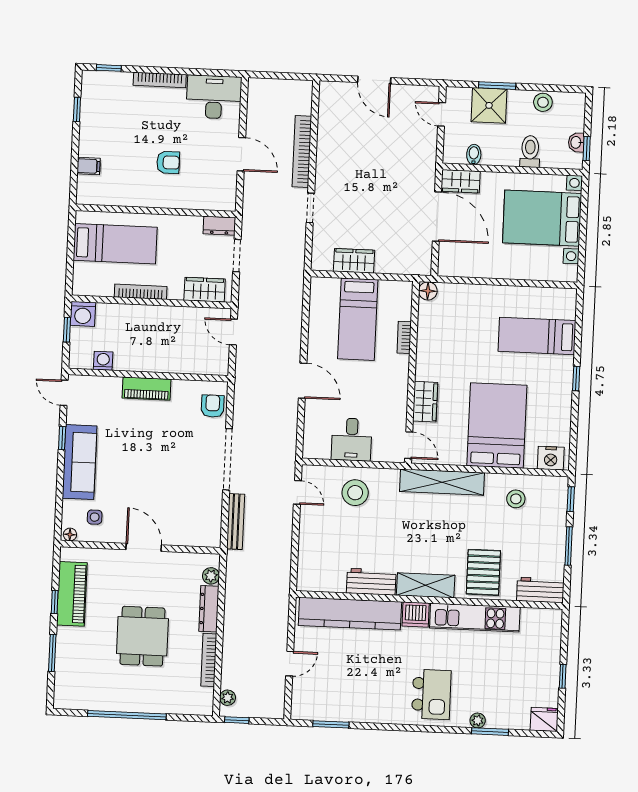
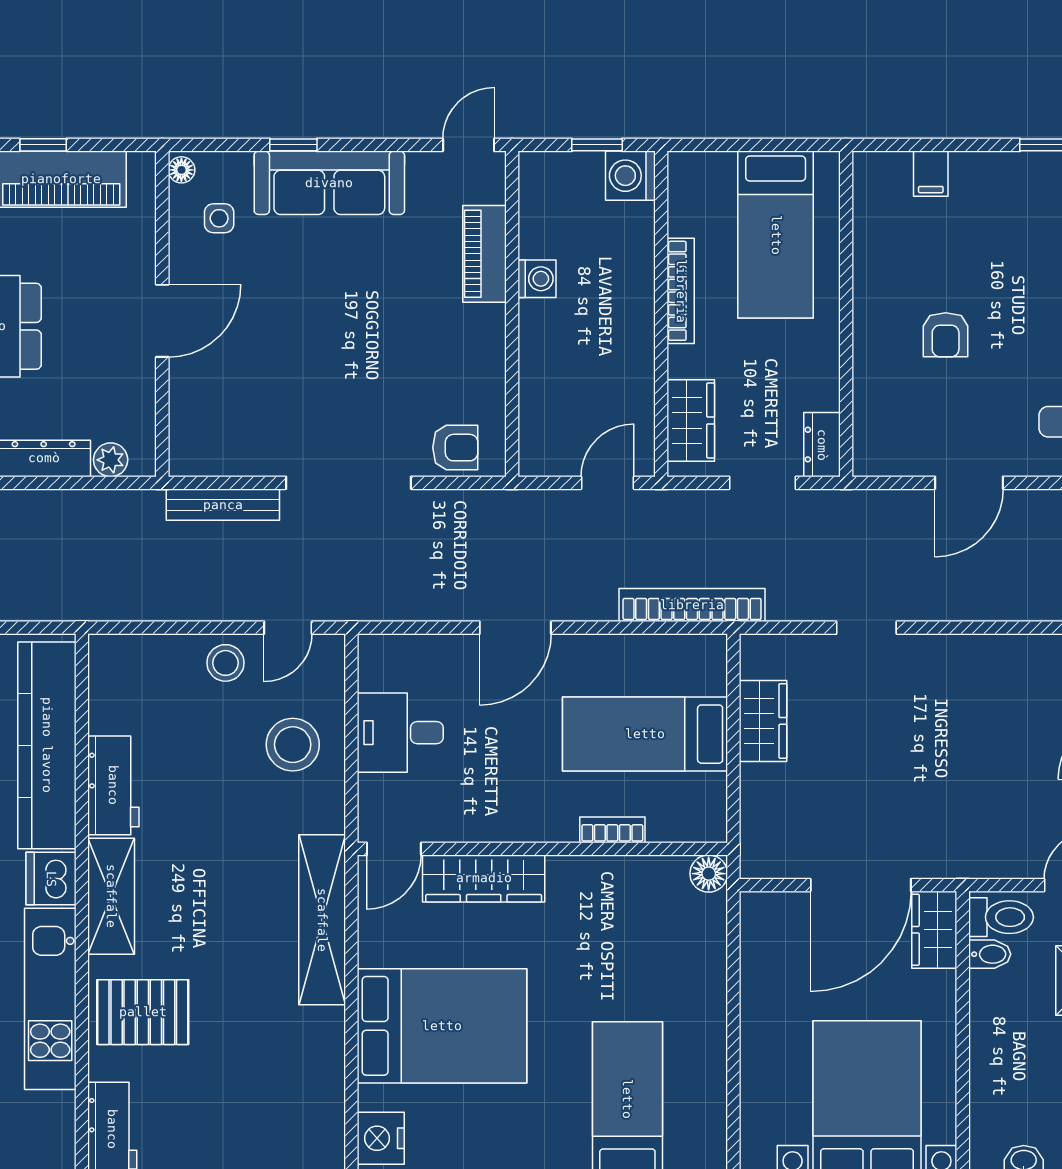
bookcase: (302, 151) -> (692, 605), moved
toilet: (530, 151) -> (1001, 917), moved
washing machine: (103, 361) -> (537, 279), moved
piano: (147, 389) -> (484, 254), moved
wardrobe: (425, 402) -> (484, 878), width x1.50
window: (62, 438) -> (293, 145), moved
stool: (516, 499) -> (226, 663), moved

